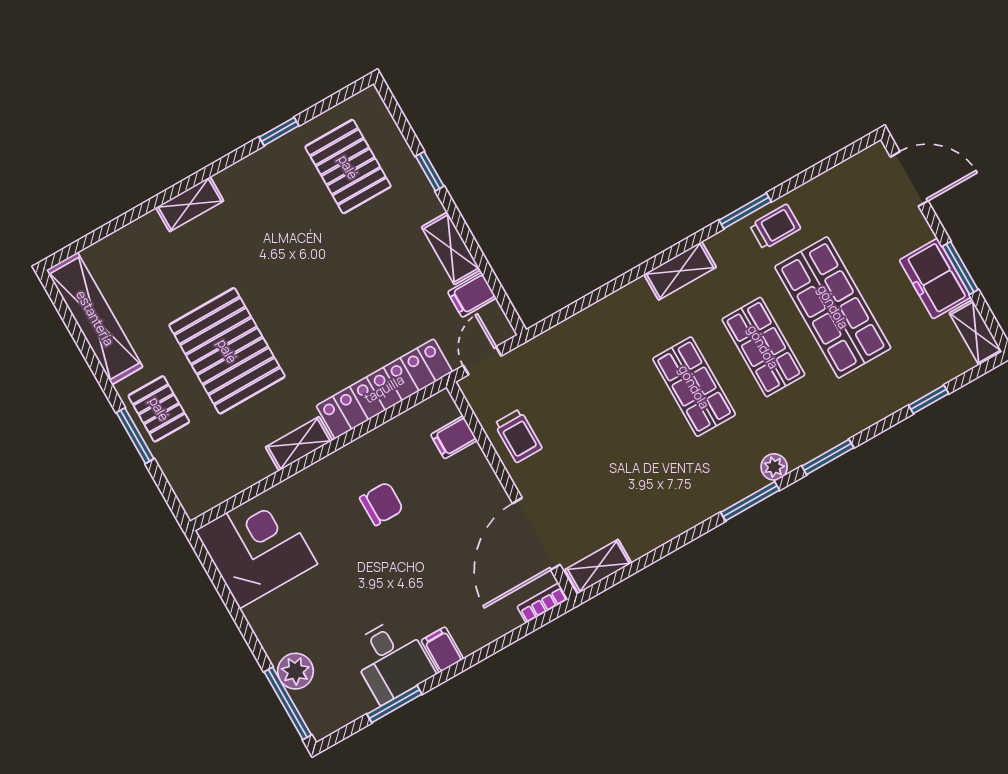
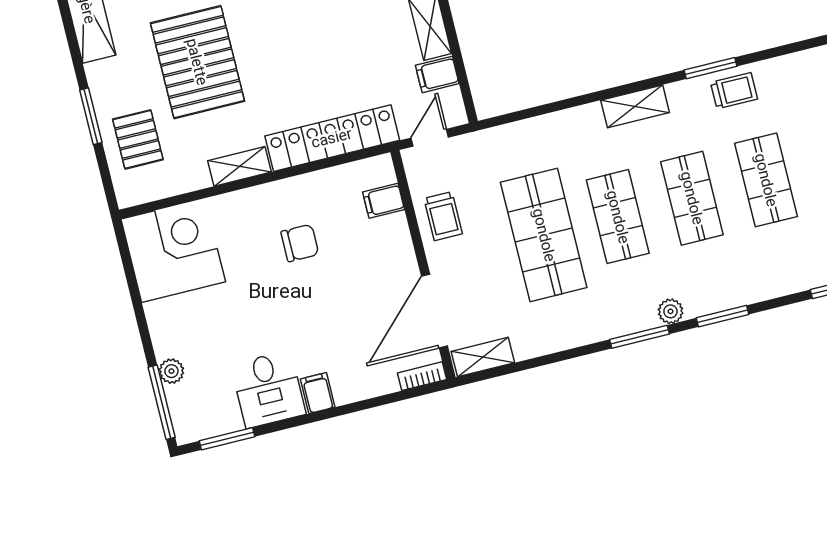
shop shelf: (833, 307) -> (766, 180), width x0.70, depth x0.74
pallet: (159, 409) -> (138, 139), moved
shop shelf: (625, 426) -> (544, 235), added
plant: (295, 671) -> (171, 371), width x0.73, depth x0.73
window: (394, 704) -> (227, 439), moved

